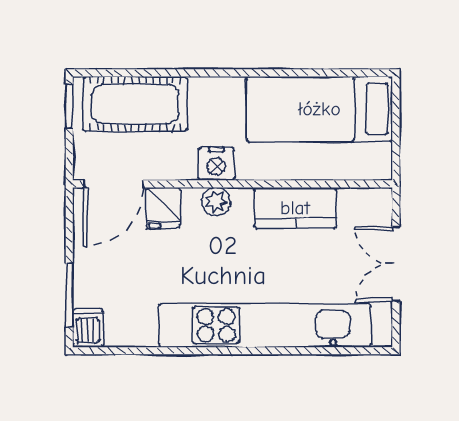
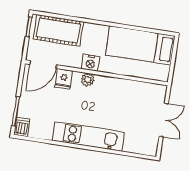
kitchen counter: (295, 208) -> (123, 88), removed
double door: (396, 264) -> (164, 120), swing flipped
kitchen unit: (265, 325) -> (88, 136), width x0.73

